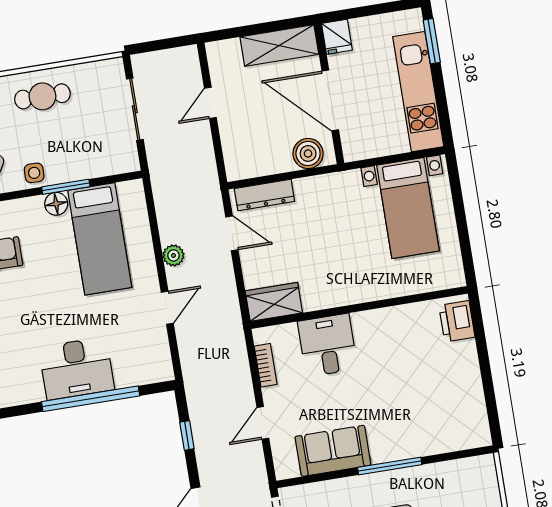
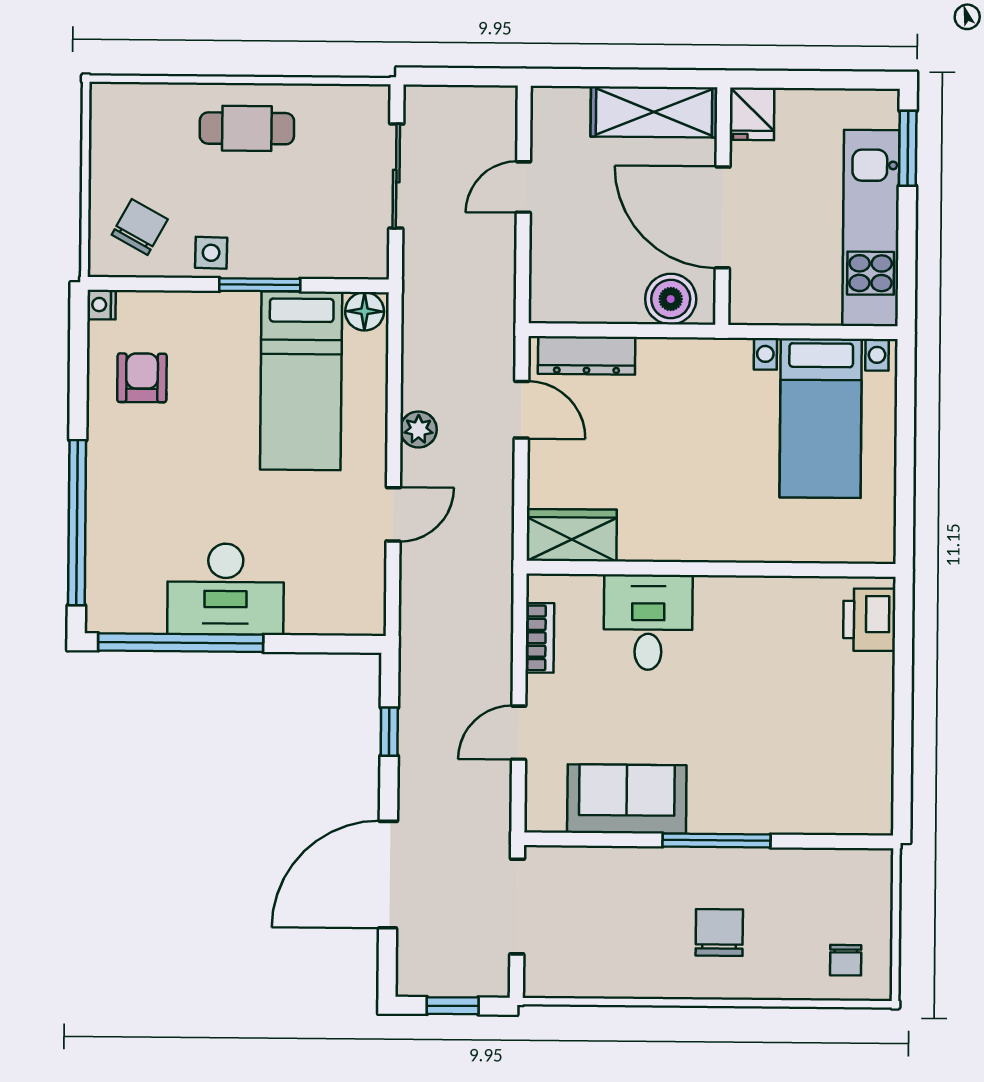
floor lamp: (56, 204) -> (365, 311), moved
window: (91, 399) -> (181, 643), moved

